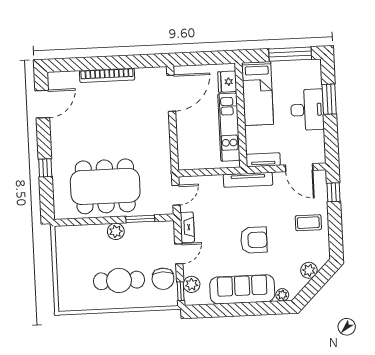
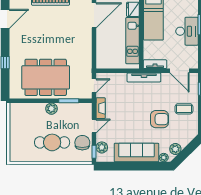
armchair: (254, 240) -> (159, 119), moved
plant: (309, 270) -> (175, 149), moved
chair: (163, 279) -> (82, 143), turned 180

